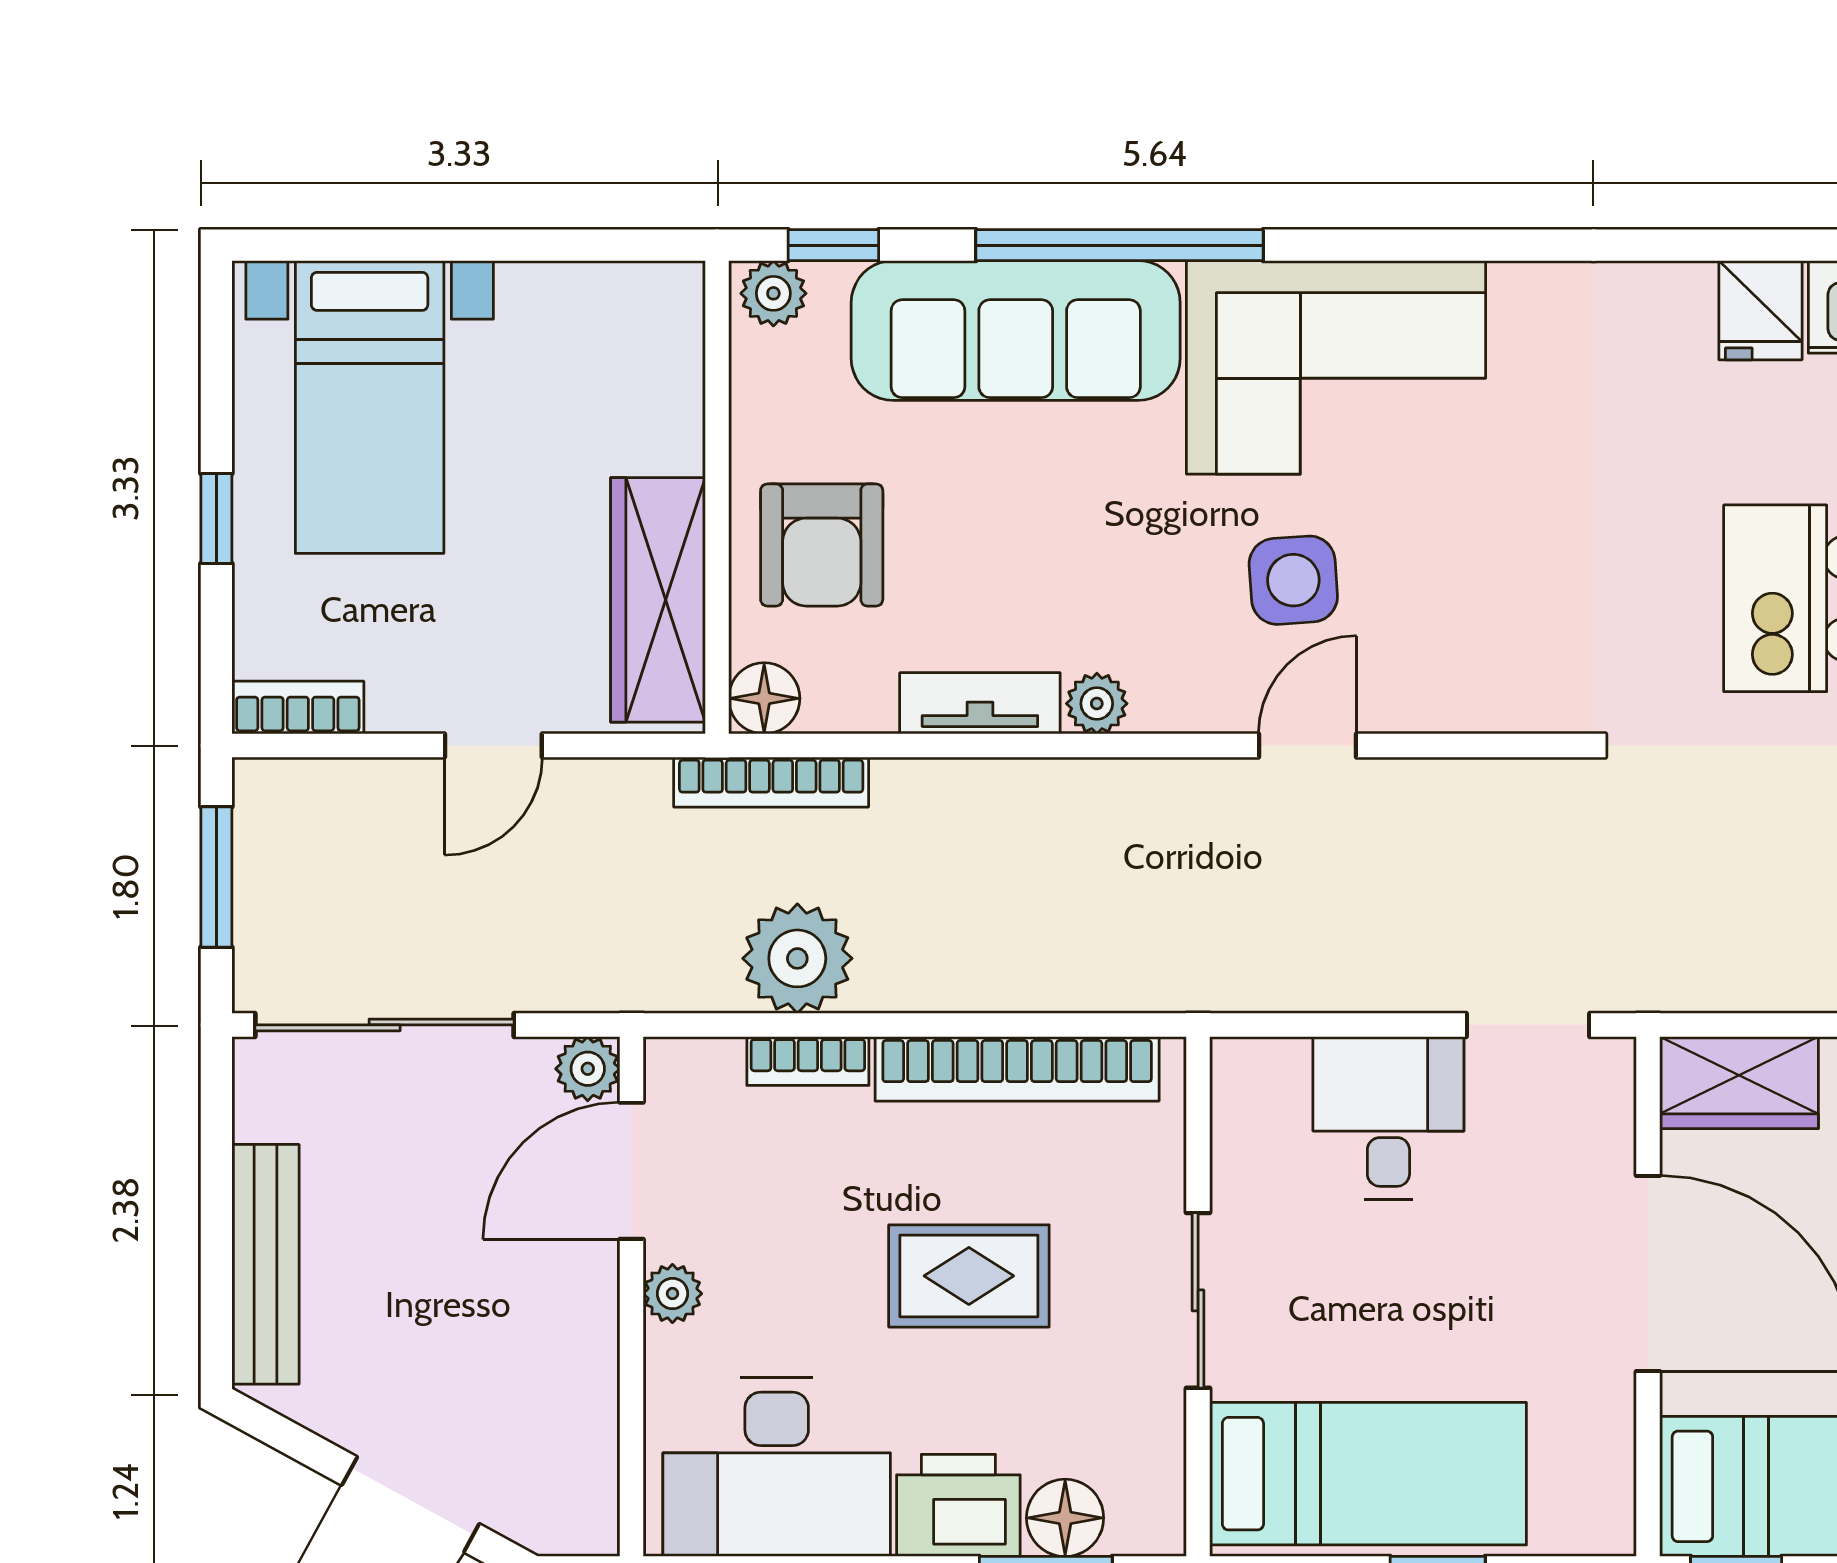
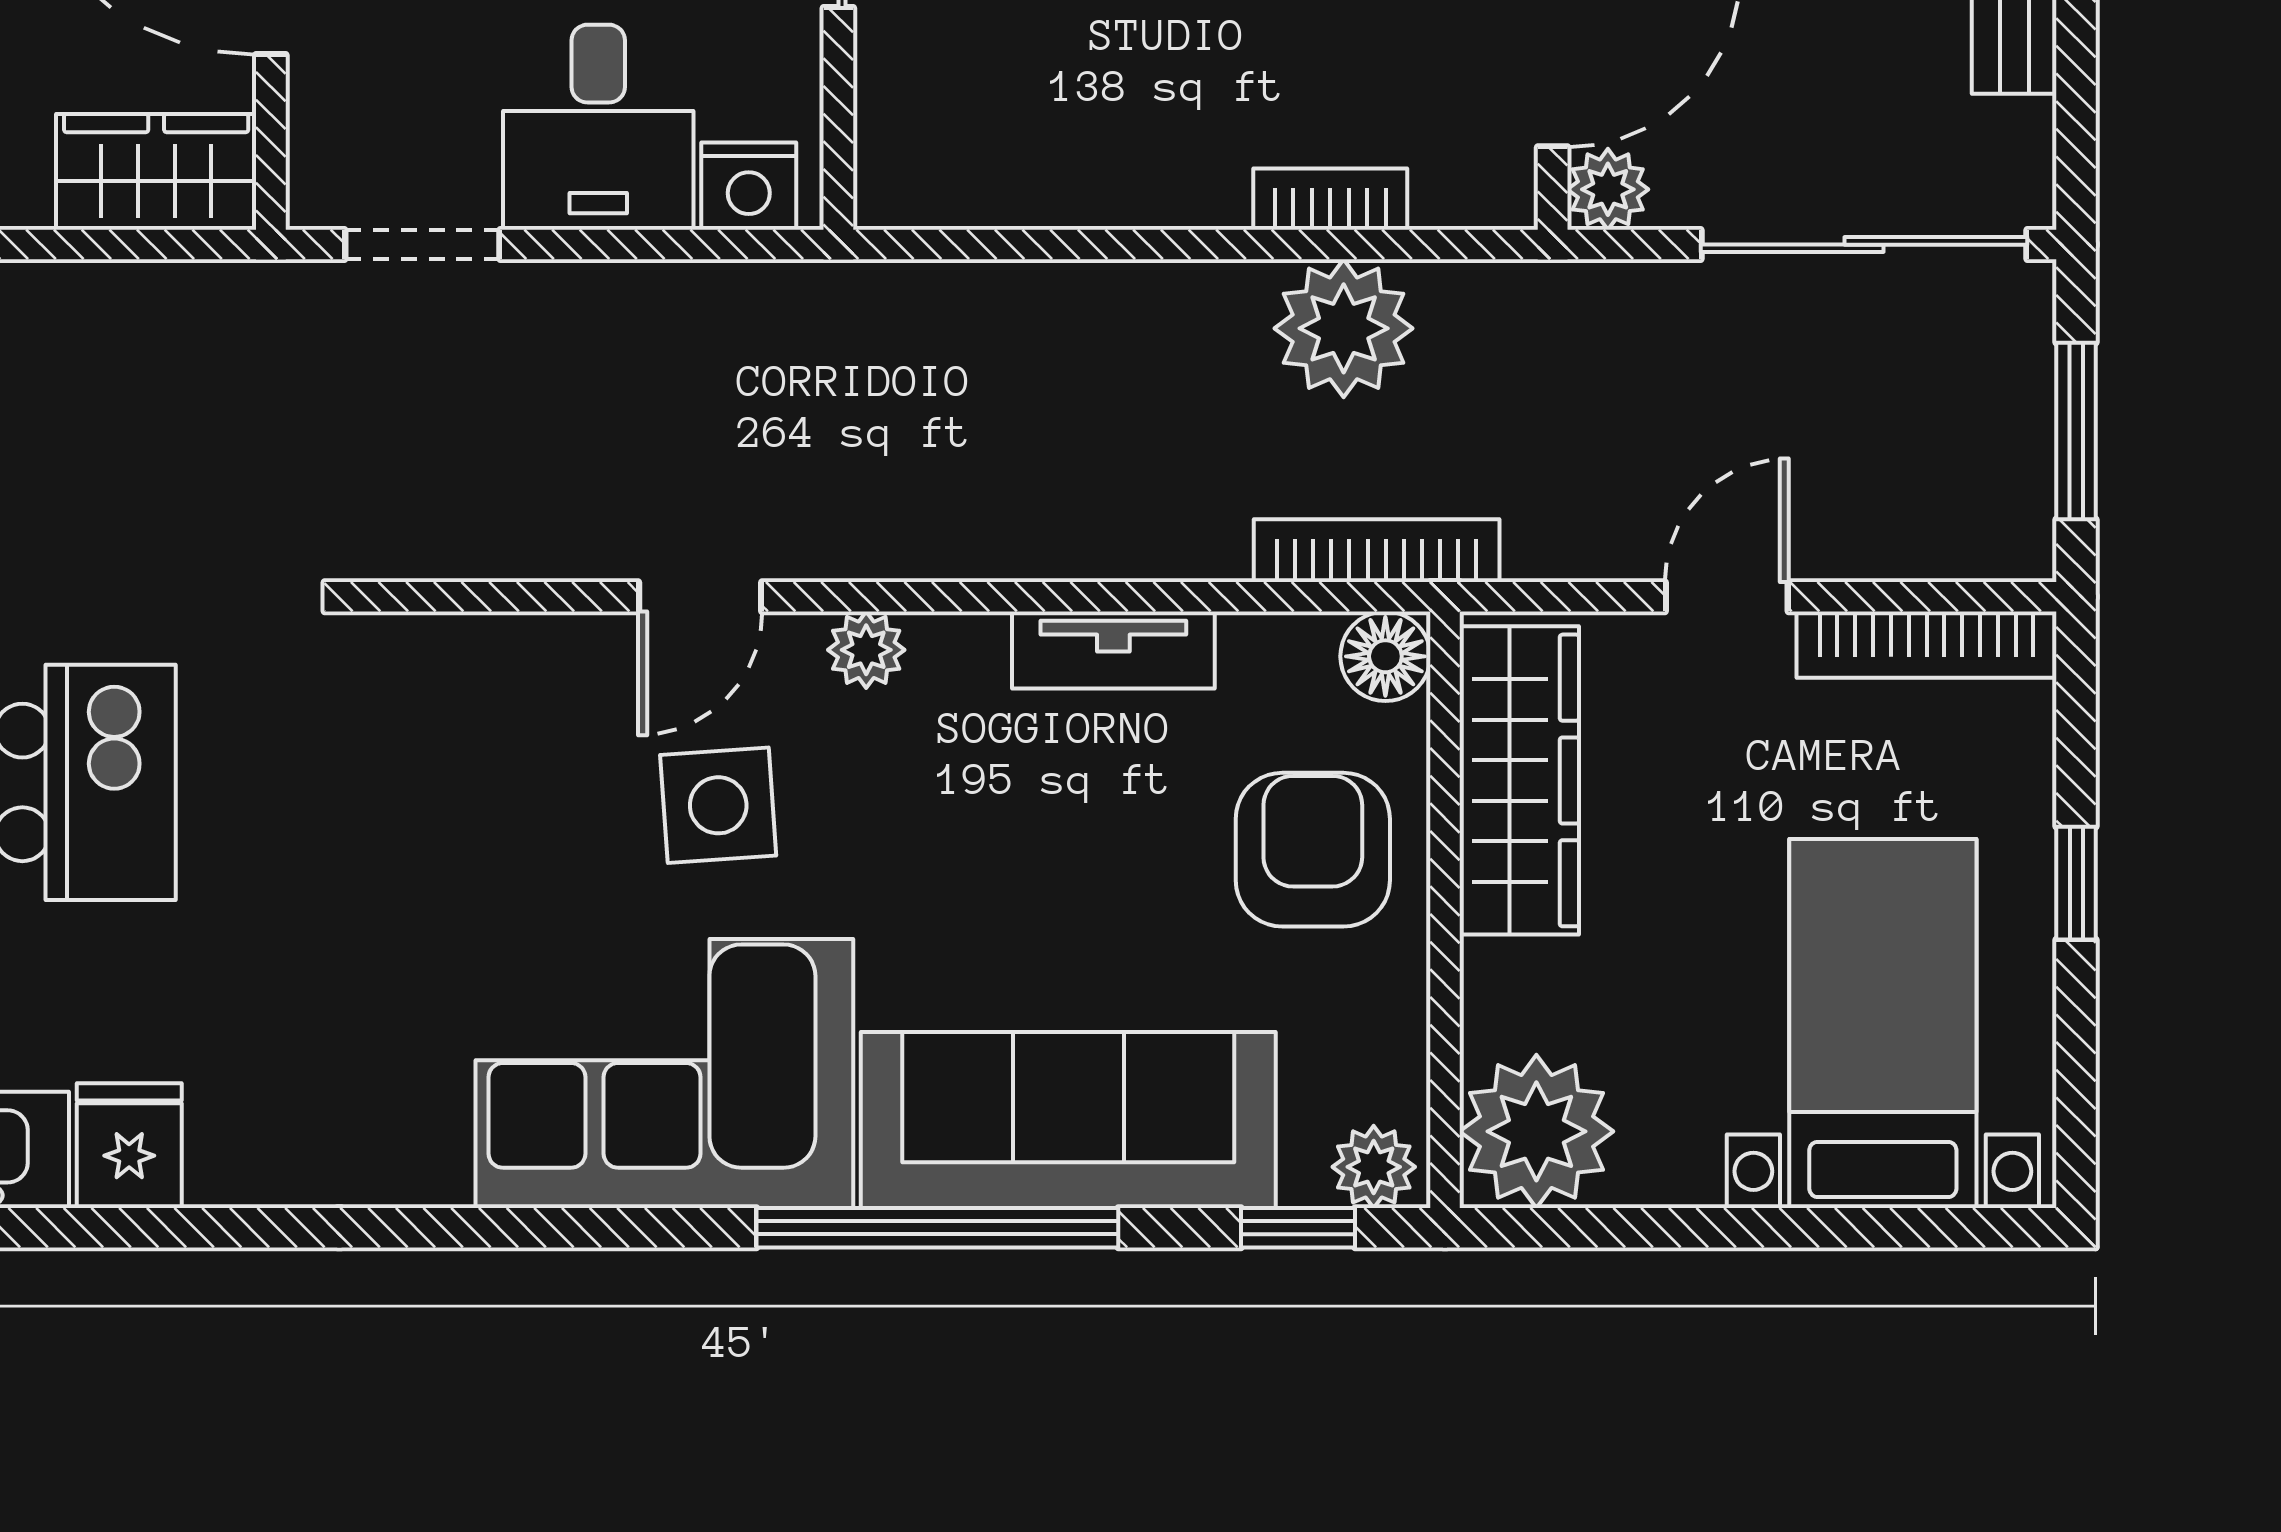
plant: (644, 322) -> (1536, 1131), added
plant: (1097, 704) -> (866, 650), moved
bookcase: (298, 708) -> (1927, 645), width x1.56
bookcase: (1017, 1069) -> (1067, 189), removed
nightstand: (1269, 1071) -> (749, 186), added

